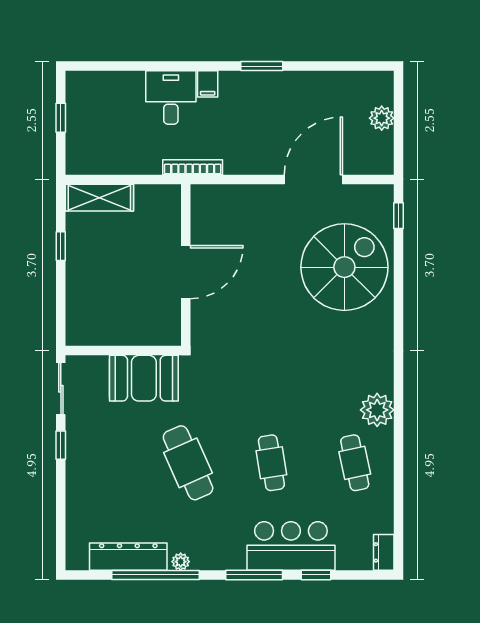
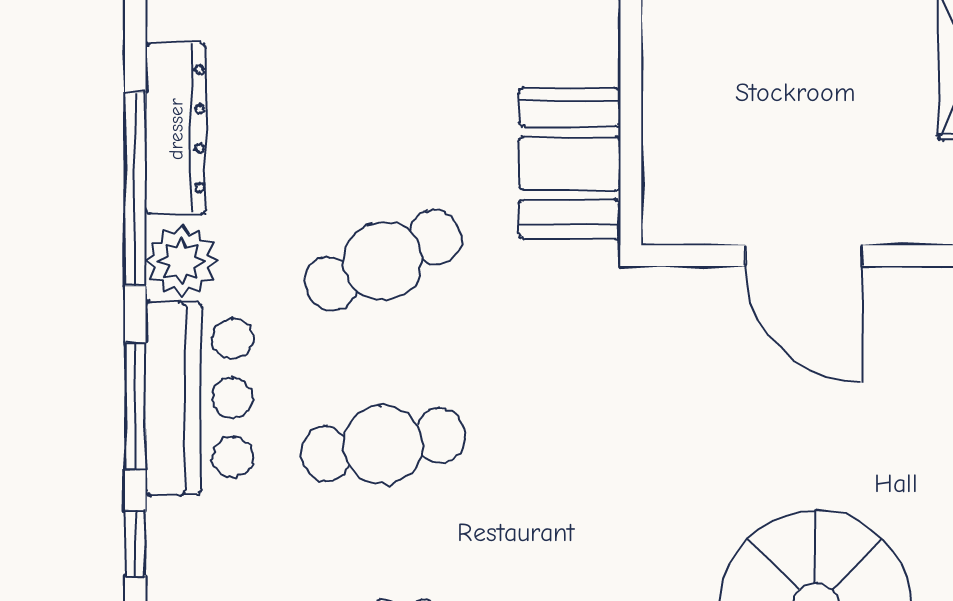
cafe table: (271, 463) -> (383, 445), width x1.37, depth x1.35
bar counter: (291, 546) -> (199, 398), moved
plant: (181, 562) -> (182, 261), width x1.88, depth x1.88

